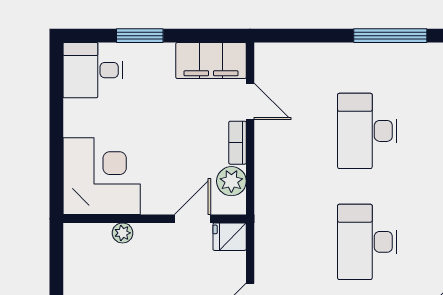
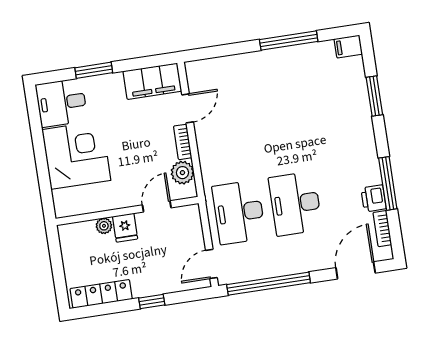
door: (250, 101) -> (188, 108), hinge flipped
desk: (367, 131) -> (239, 212), moved
corner desk: (102, 176) -> (76, 155), moved
fridge: (230, 237) -> (125, 228), moved, turned -90

